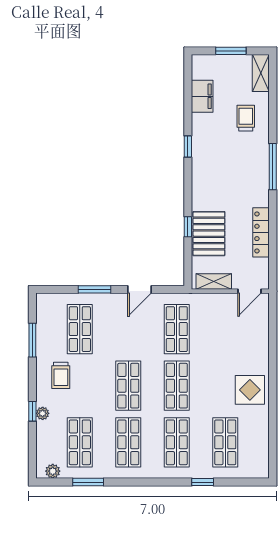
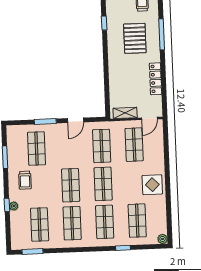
window: (188, 227) -> (106, 77), removed
pallet: (209, 234) -> (135, 38), moved
shop shelf: (225, 329) -> (134, 145), added
plant: (53, 471) -> (163, 239), moved
window: (88, 482) -> (33, 251), moved

